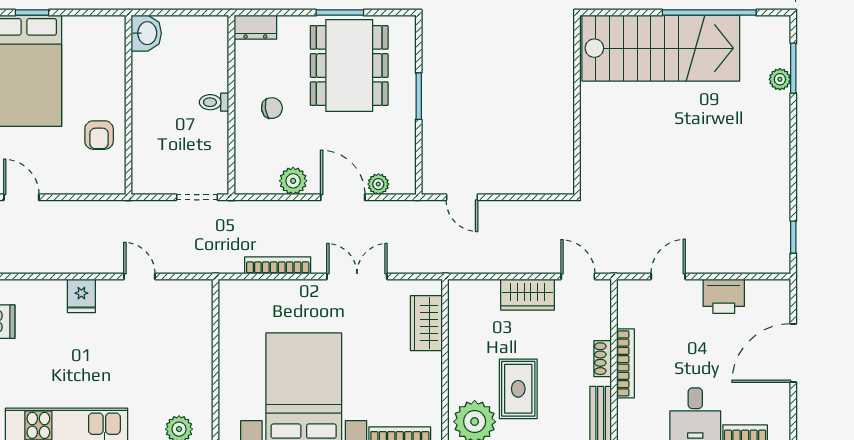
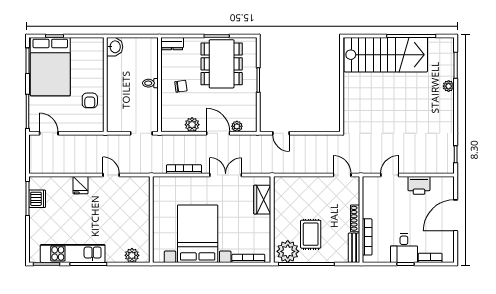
plant: (780, 79) -> (449, 86), moved
wardrobe: (527, 295) -> (316, 185), removed
shoe rack: (603, 359) -> (355, 218), width x1.43
bookcase: (625, 363) -> (367, 237), moved

